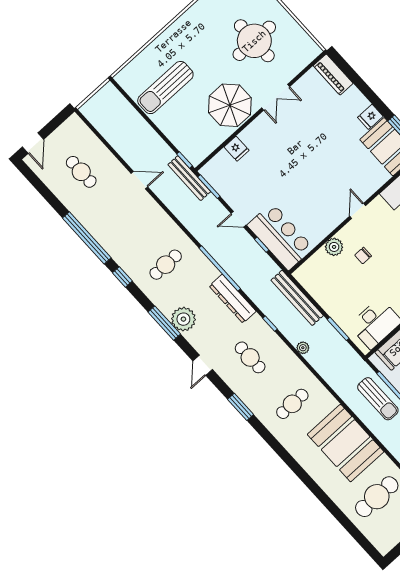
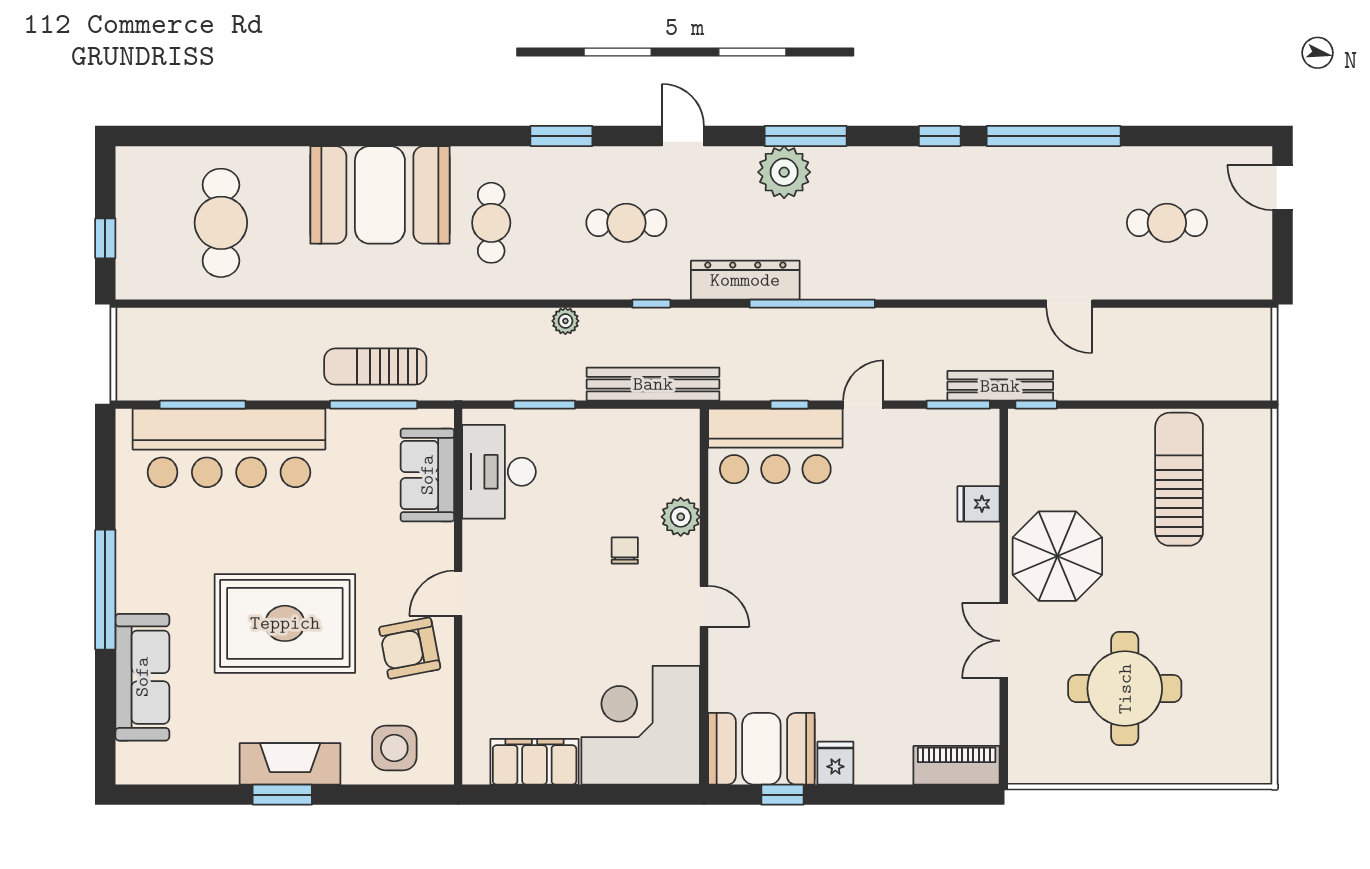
door: (139, 180) -> (1069, 304), hinge flipped
cafe table: (166, 265) -> (897, 223), removed
booth: (346, 443) -> (380, 195), moved

